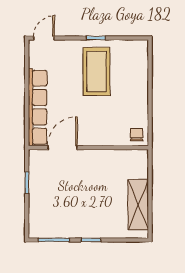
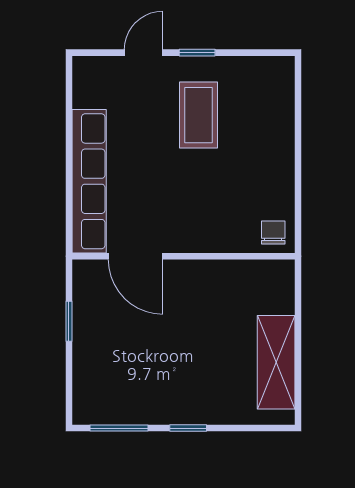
door: (44, 38) -> (144, 53), moved
coffee table: (96, 72) -> (199, 115), width x0.73, depth x0.76
door: (63, 148) -> (135, 256), swing flipped

